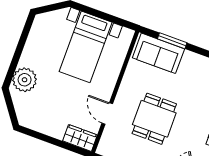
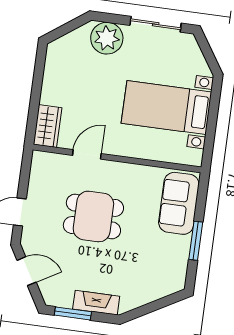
sliding door: (22, 41) -> (156, 24), added
window: (172, 41) -> (196, 241), moved

